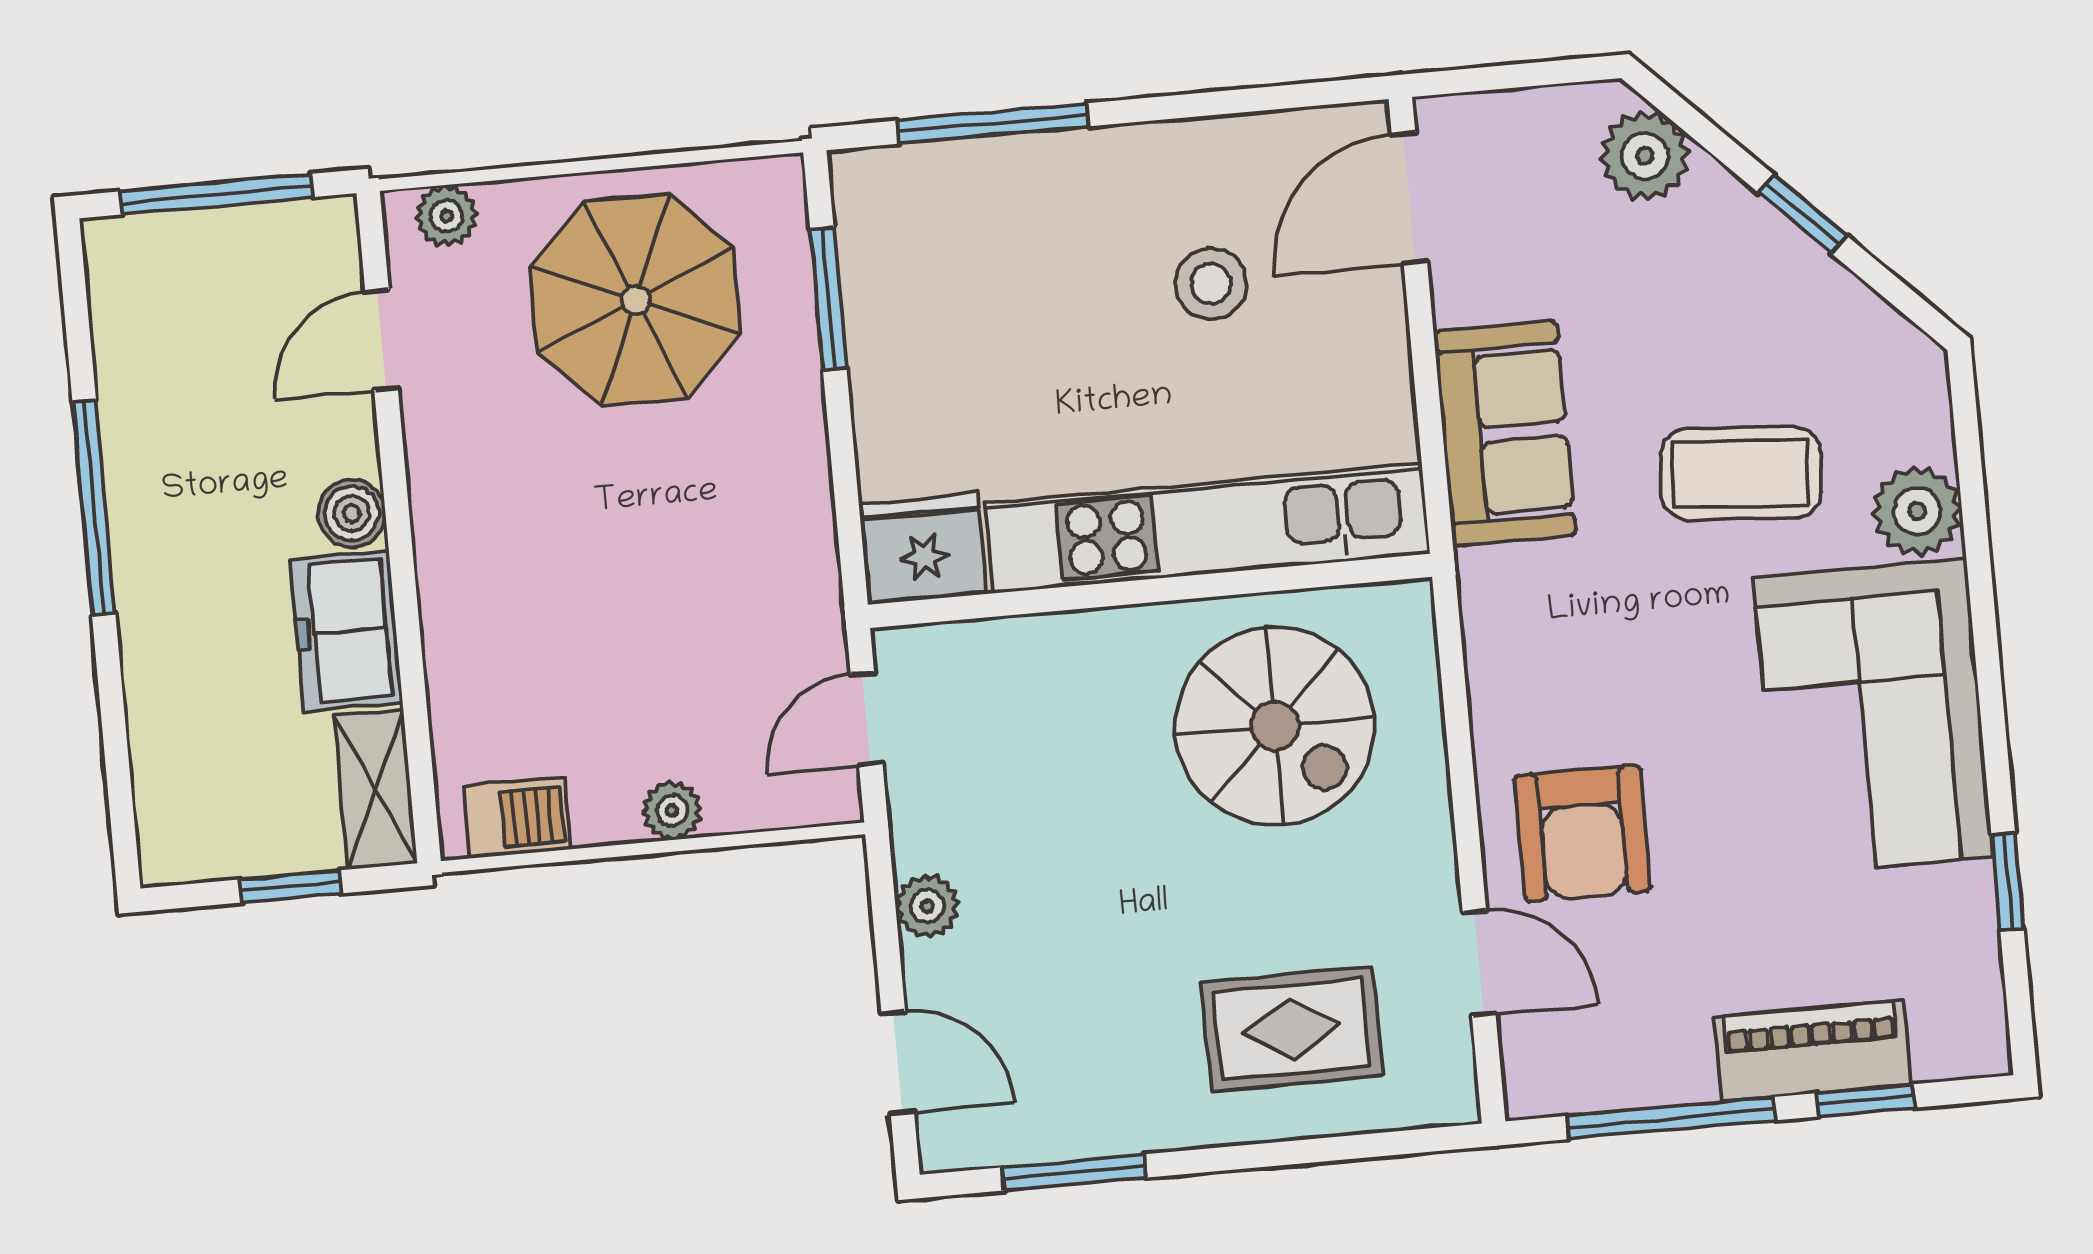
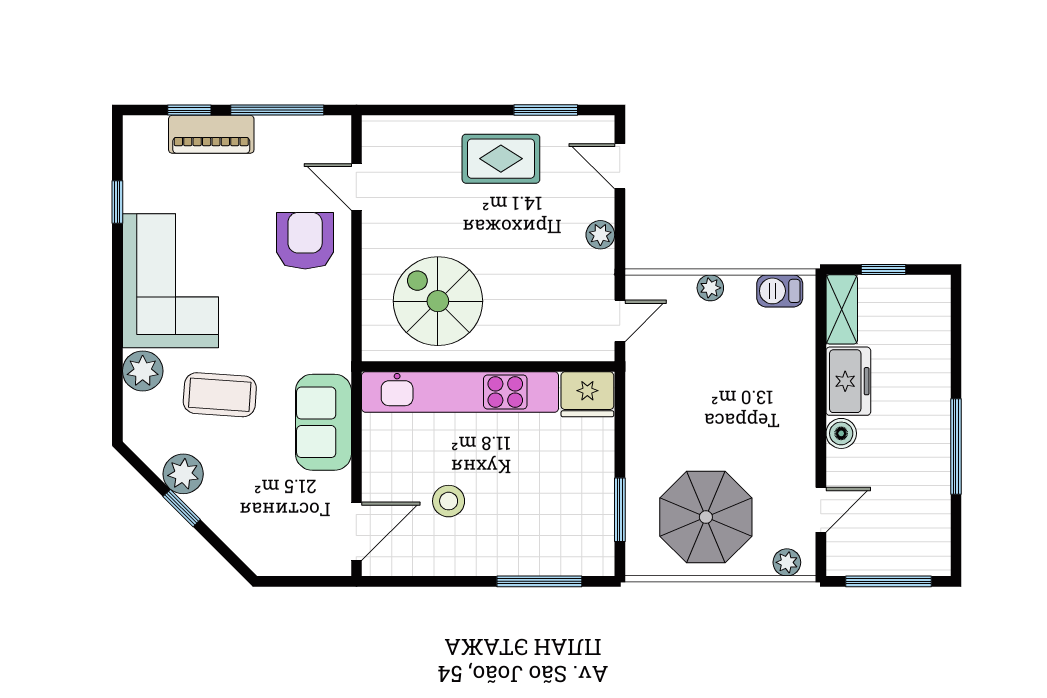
plant: (1645, 156) -> (183, 474), moved
rug: (1292, 1029) -> (501, 159), moved

